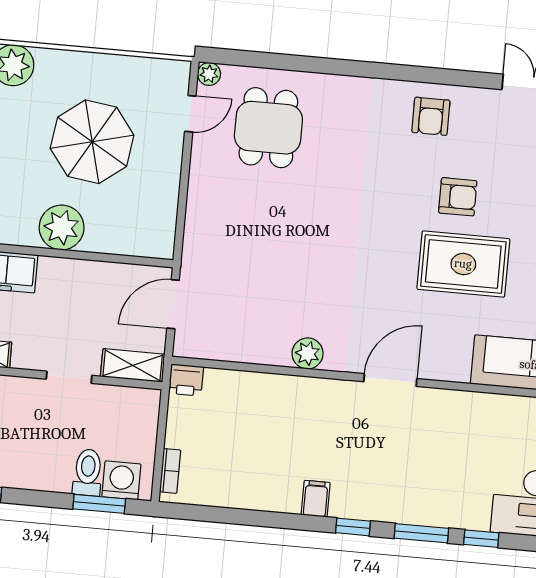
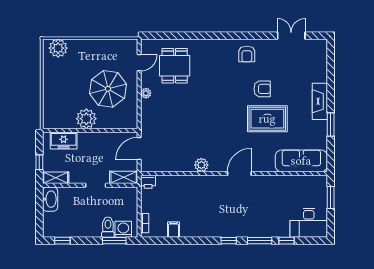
plant: (209, 74) -> (146, 93), moved
parasol: (92, 142) -> (108, 89), moved
filing cabinet: (316, 499) -> (173, 230), moved

